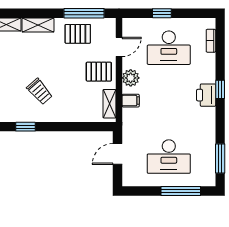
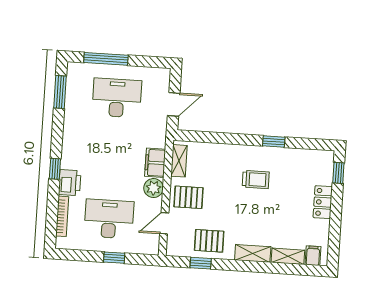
window: (84, 13) -> (201, 263), width x0.46
bookcase: (211, 41) -> (62, 216), width x1.56
trolley: (40, 91) -> (256, 180), turned 131
printer: (206, 95) -> (70, 183), moved
filing cabinet: (131, 101) -> (155, 163), width x2.00

